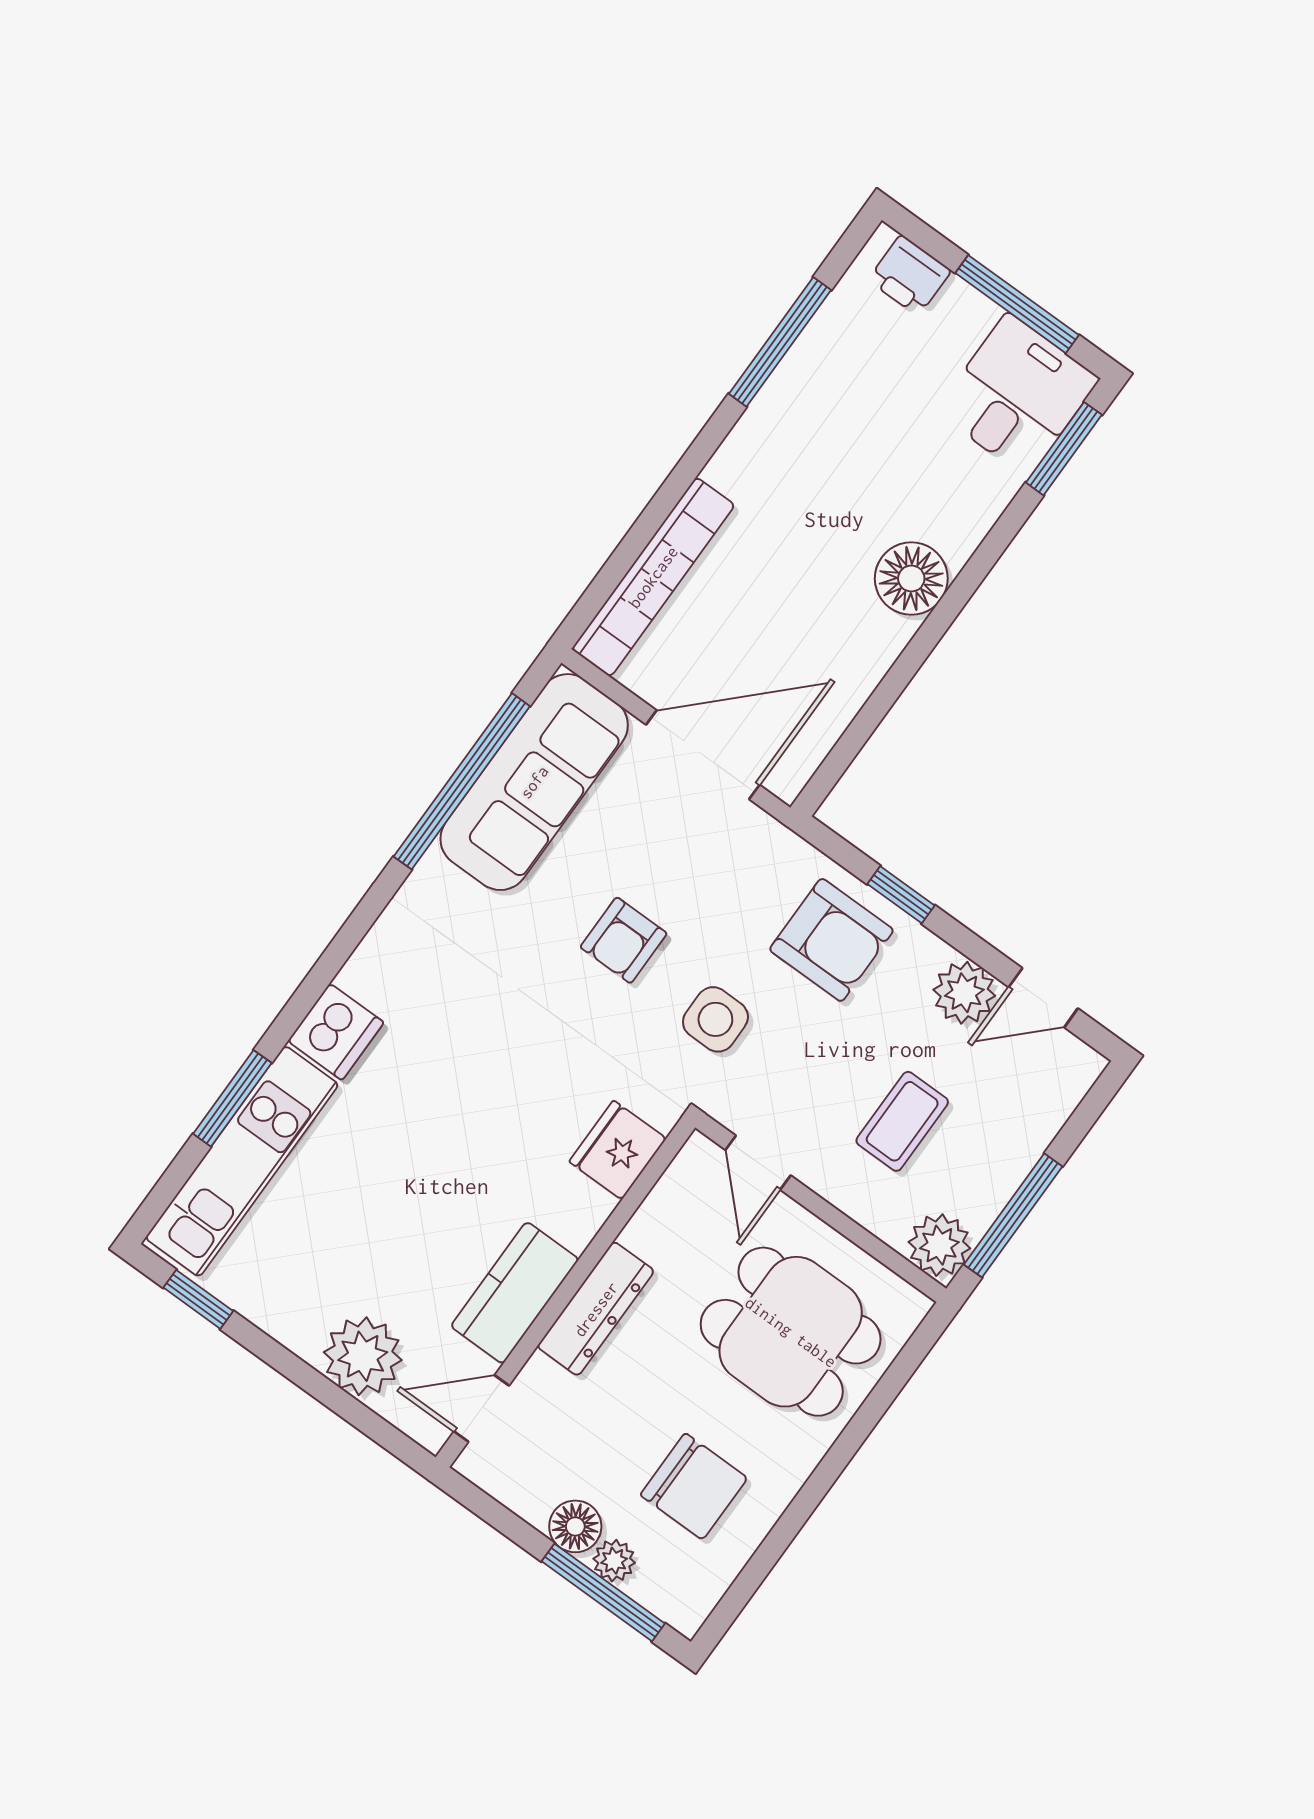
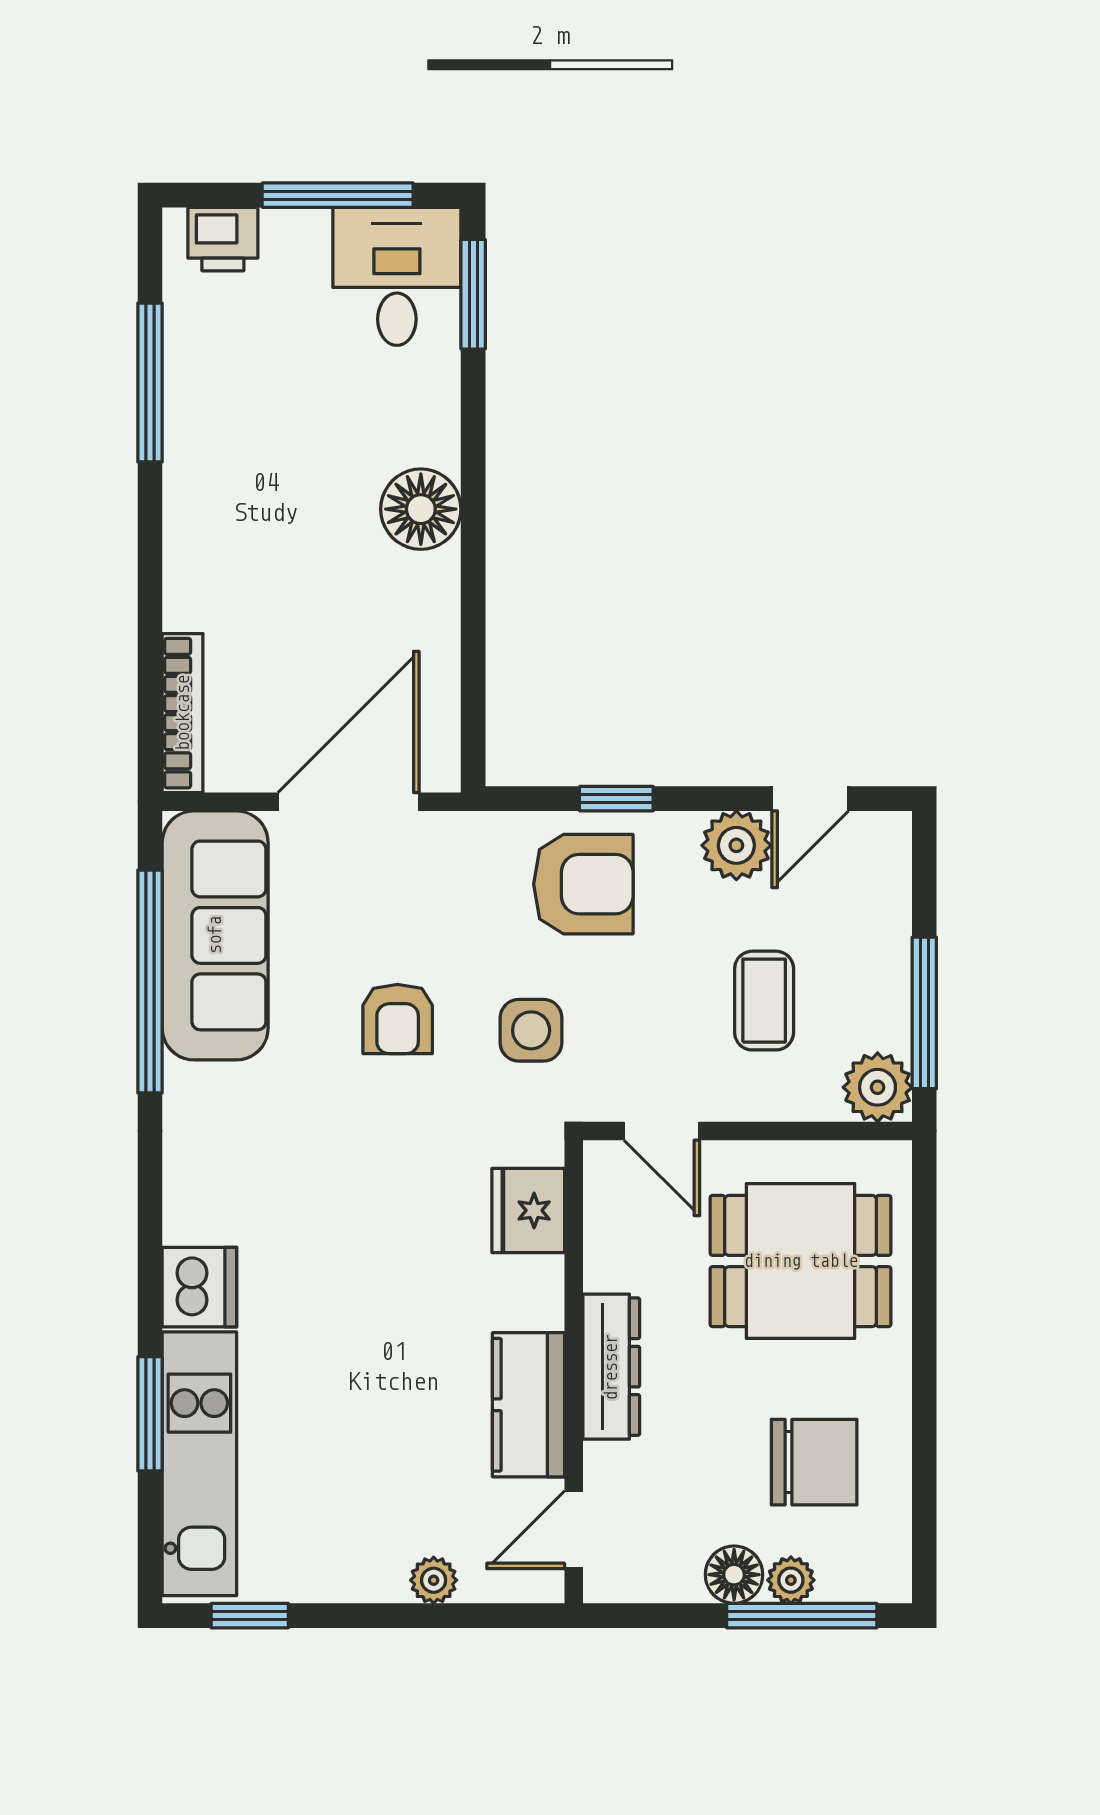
bookcase: (653, 577) -> (183, 713), width x0.68, depth x0.76
plant: (363, 1356) -> (434, 1580), width x0.53, depth x0.53

